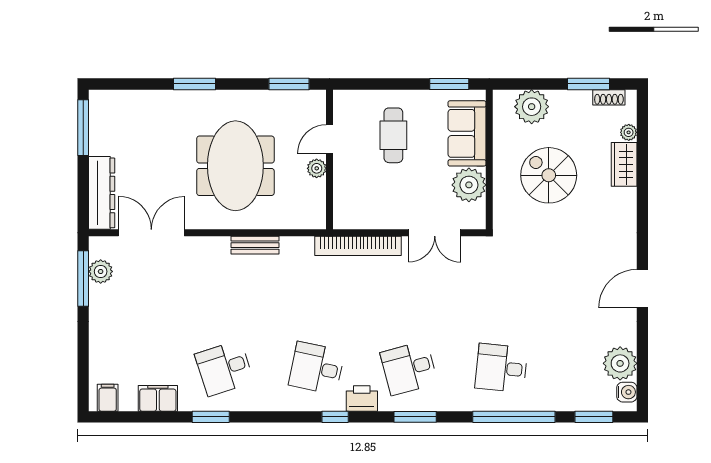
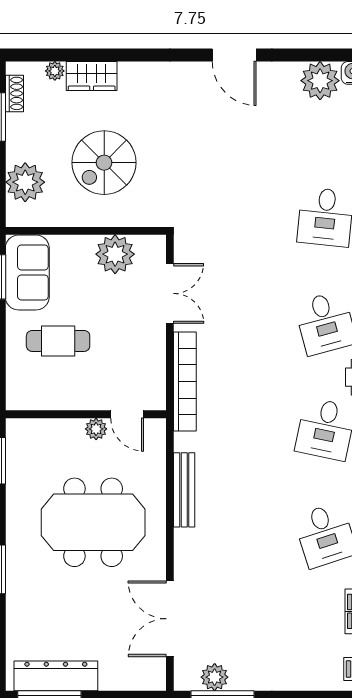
sofa: (467, 133) -> (27, 272), moved, turned -90
door: (330, 139) -> (127, 414), moved
dresser: (102, 193) -> (56, 676), moved
bench: (255, 245) -> (184, 490), width x1.36

